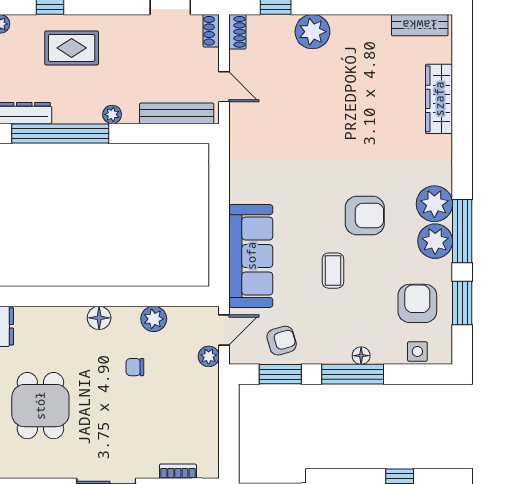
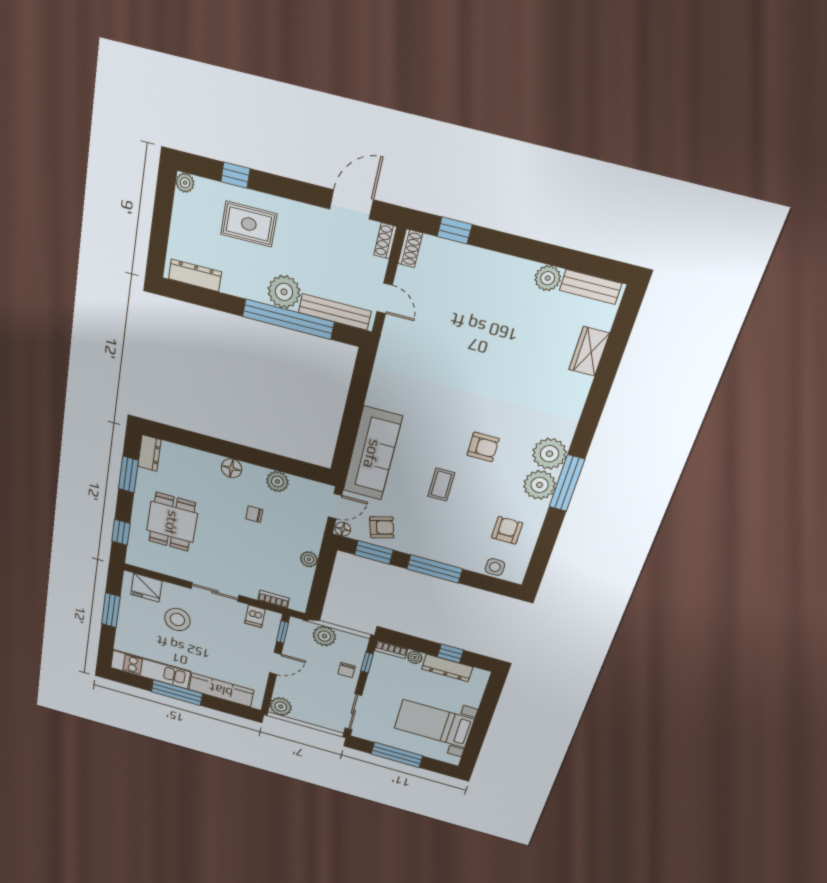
plant: (312, 32) -> (548, 278), moved, width x0.73, depth x0.73
wardrobe: (439, 99) -> (589, 351), width x0.67
plant: (112, 114) -> (284, 292), width x1.88, depth x1.88
window: (60, 133) -> (288, 319), moved
armchair: (365, 216) -> (483, 447), width x0.72, depth x0.72
armchair: (417, 303) -> (507, 530), width x0.72, depth x0.72
window: (462, 303) -> (546, 541), removed
plant: (209, 356) -> (309, 559), moved
floor lamp: (361, 356) -> (343, 529), moved

